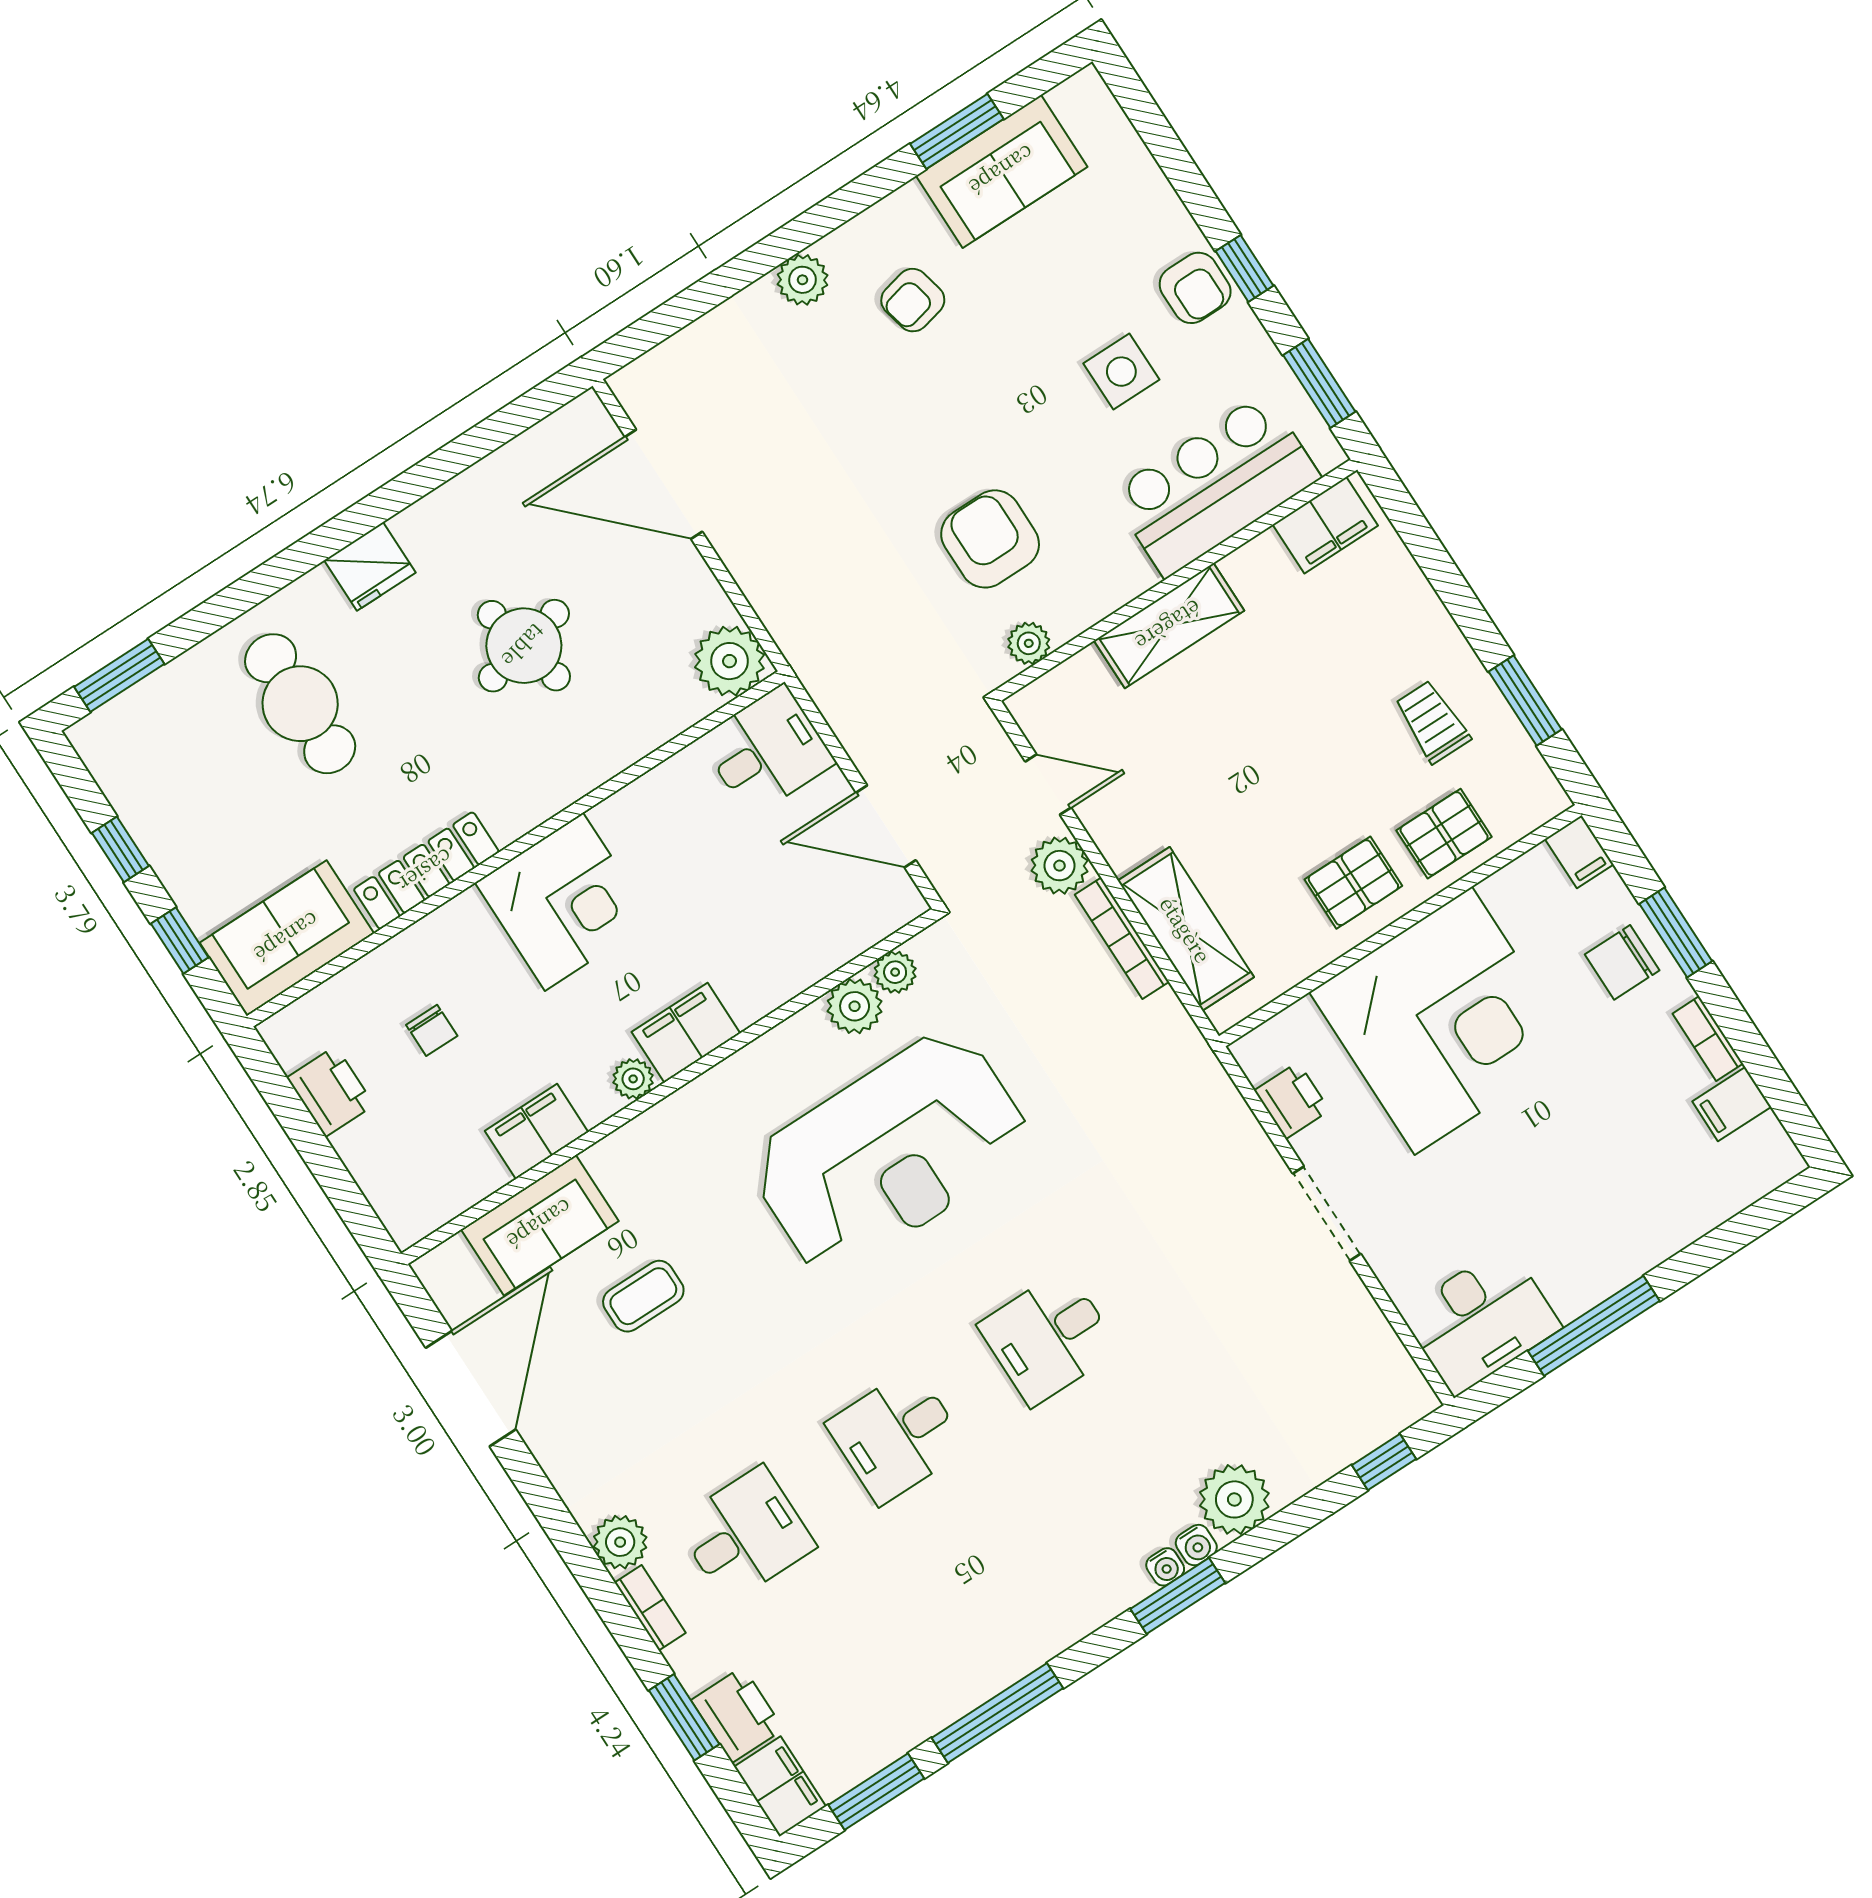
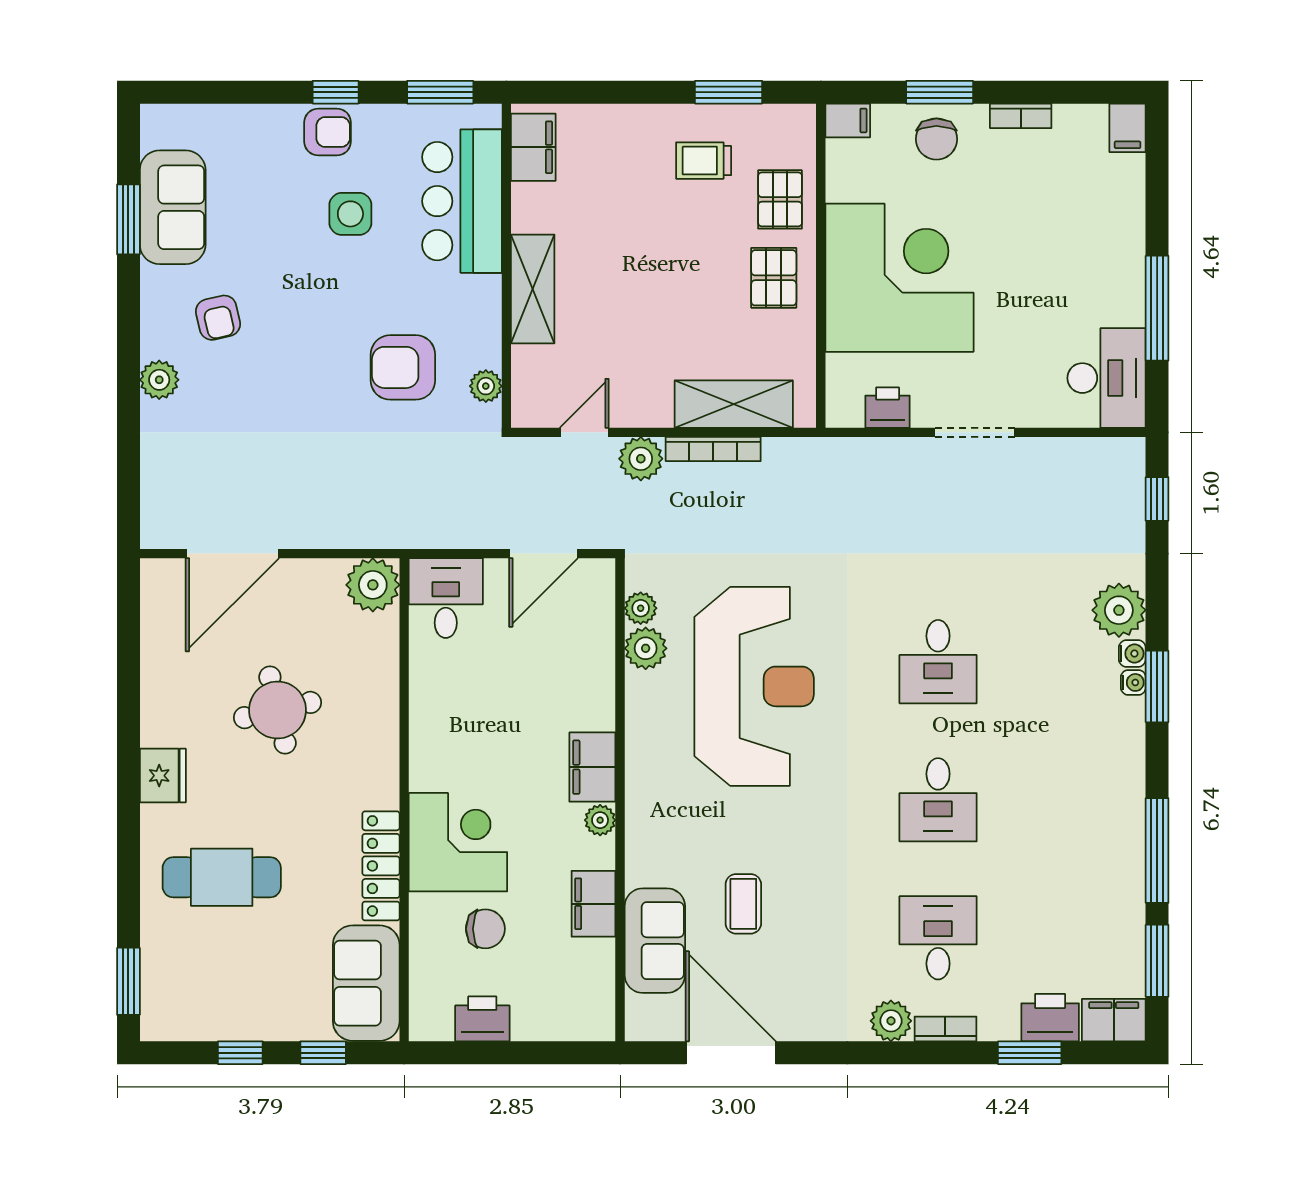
corner desk: (564, 902) -> (458, 842), moved
chair: (432, 1030) -> (485, 929), width x1.37, depth x1.37
filing cabinet: (1732, 1104) -> (1128, 128), moved

